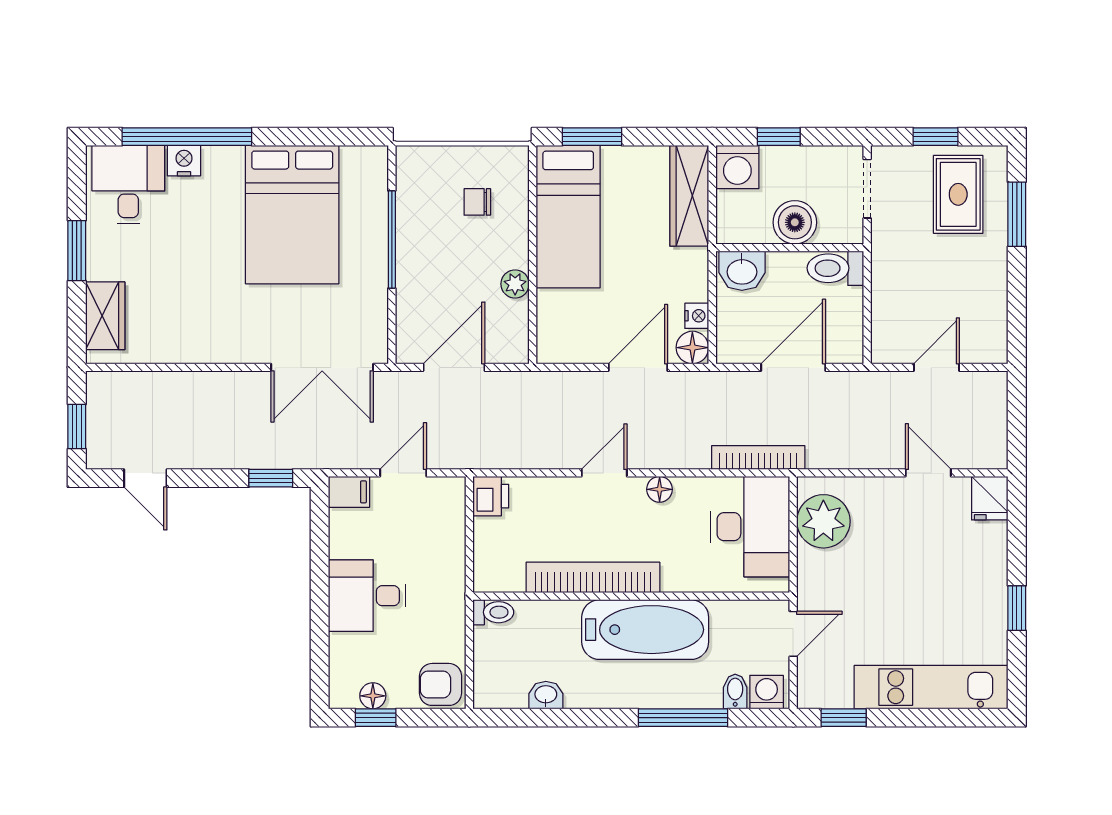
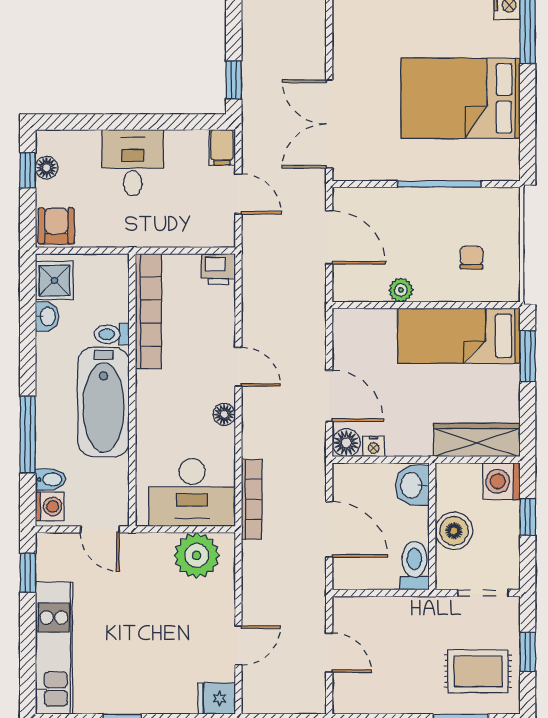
bookcase: (593, 577) -> (148, 311), moved
toilet: (493, 612) -> (112, 334), moved, turned 90
shower: (504, 687) -> (54, 280), added

